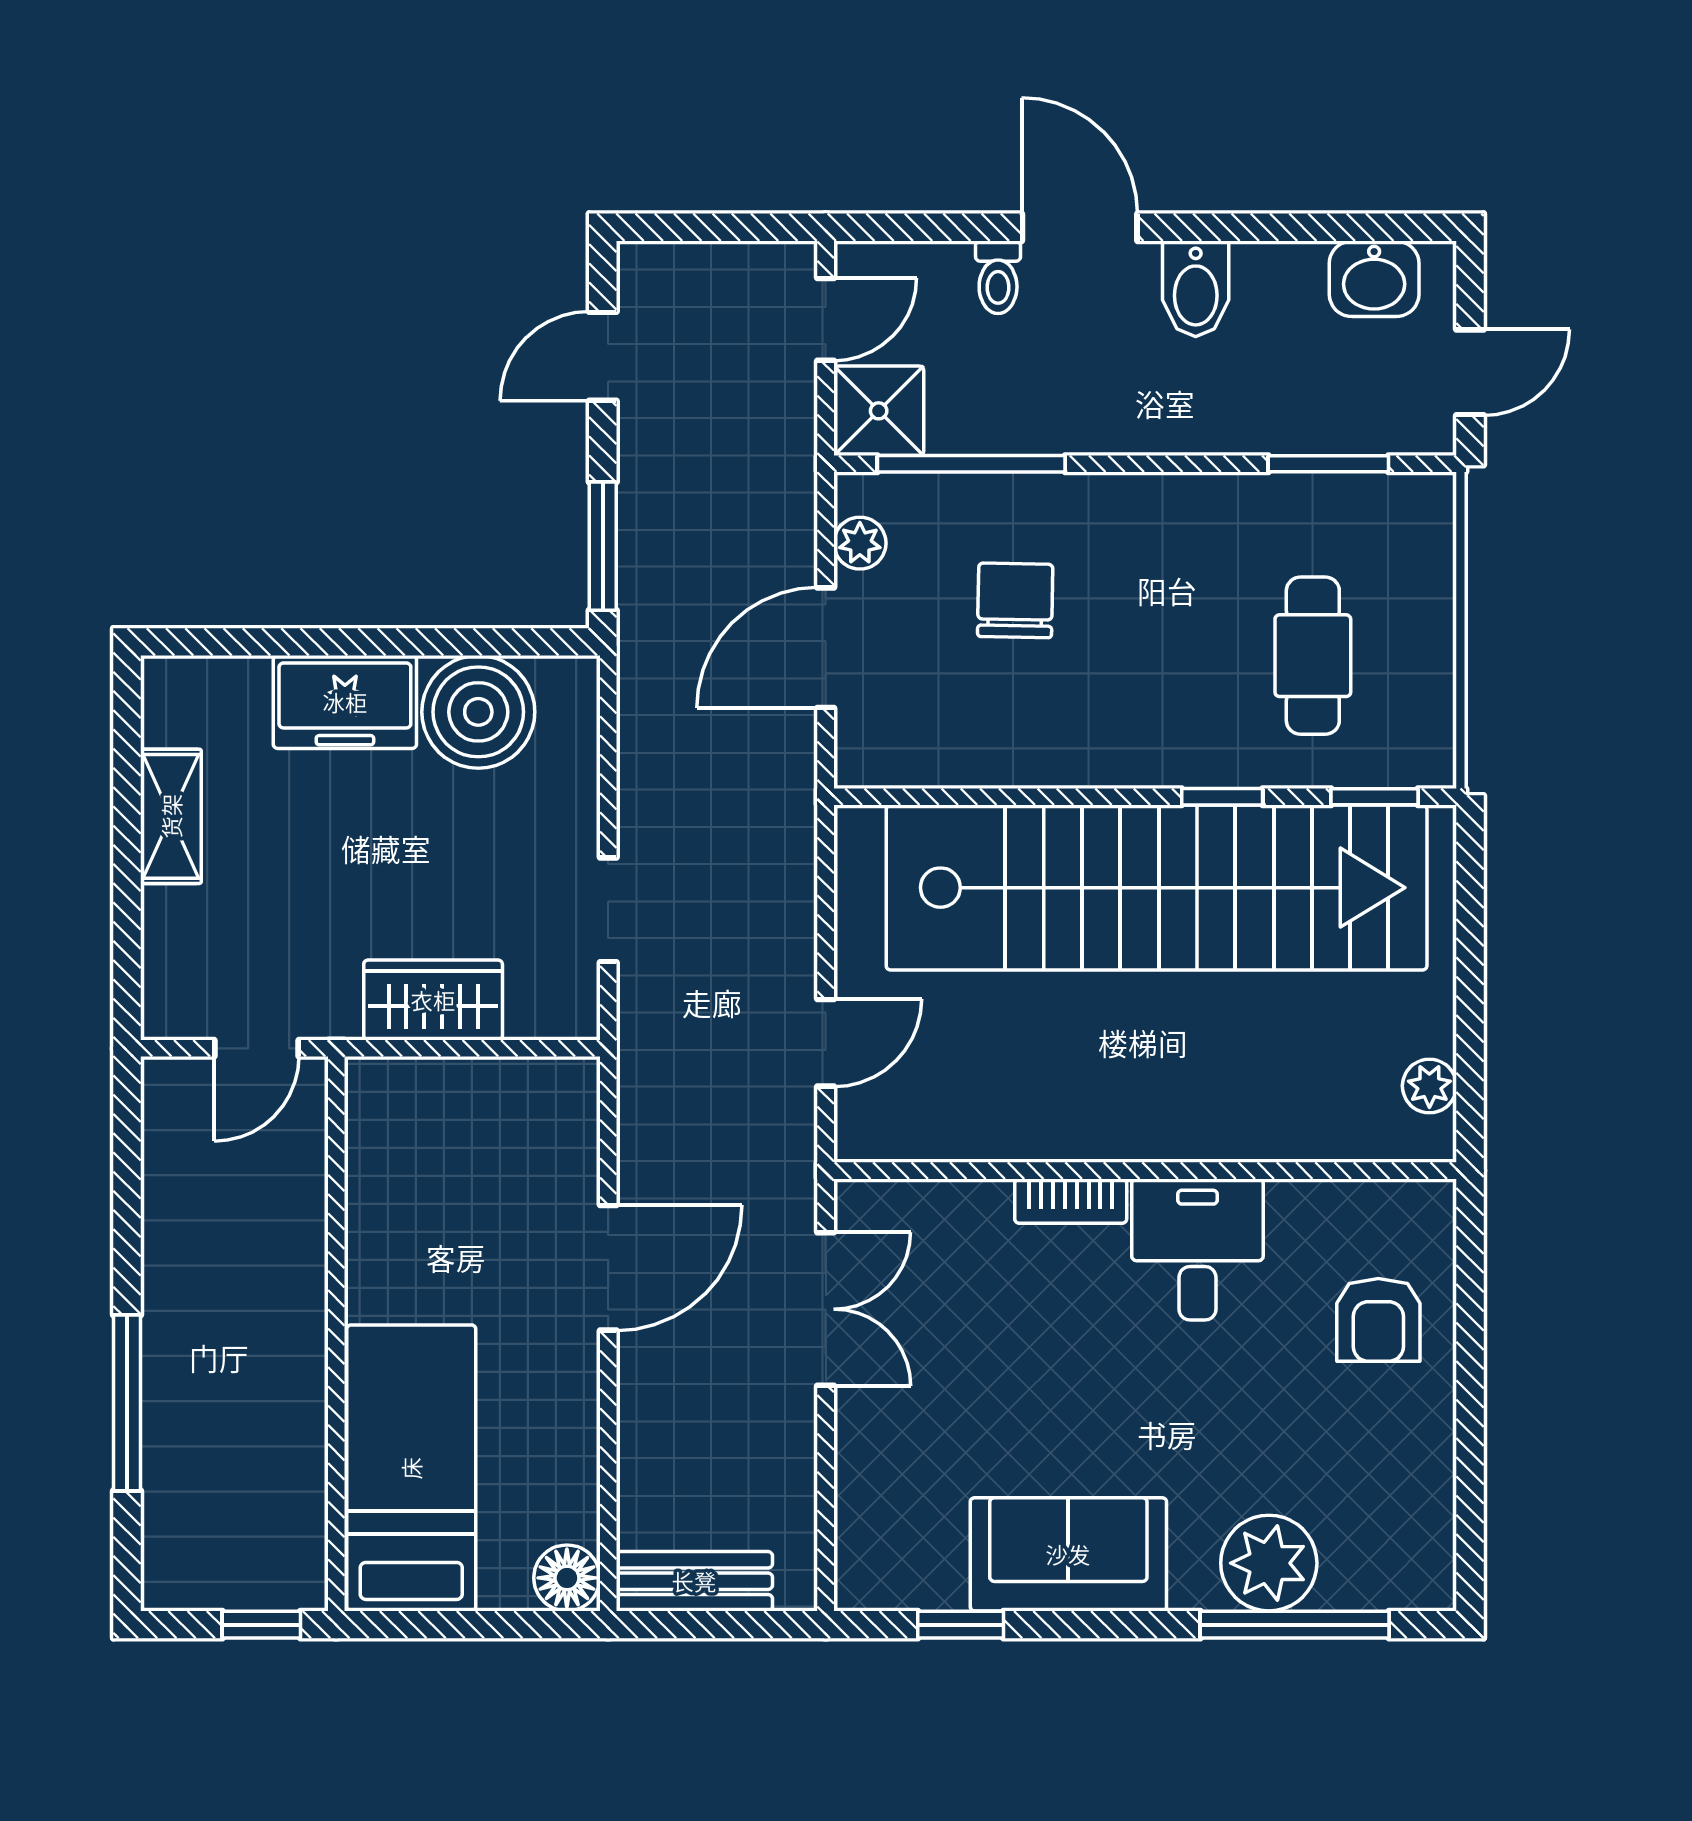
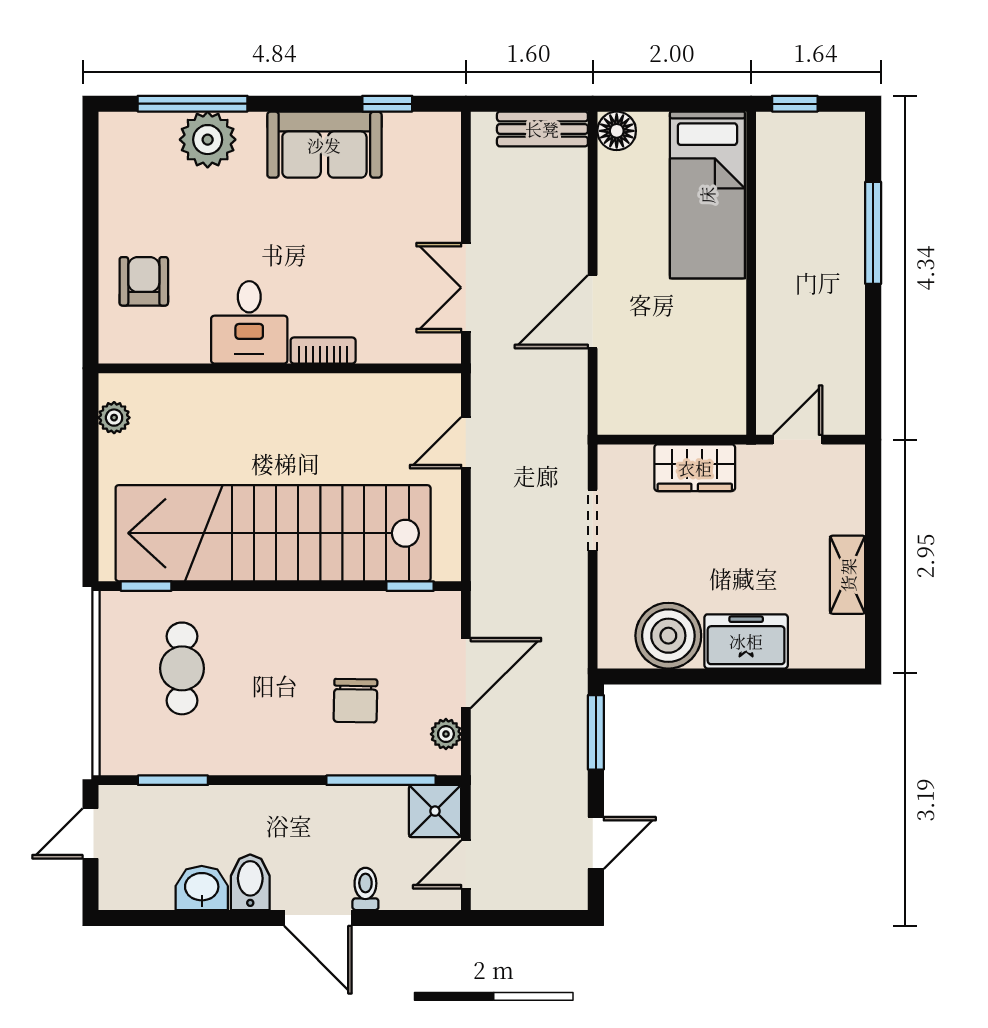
washbasin: (1374, 279) -> (202, 888), moved
window: (1222, 797) -> (410, 586), moved

